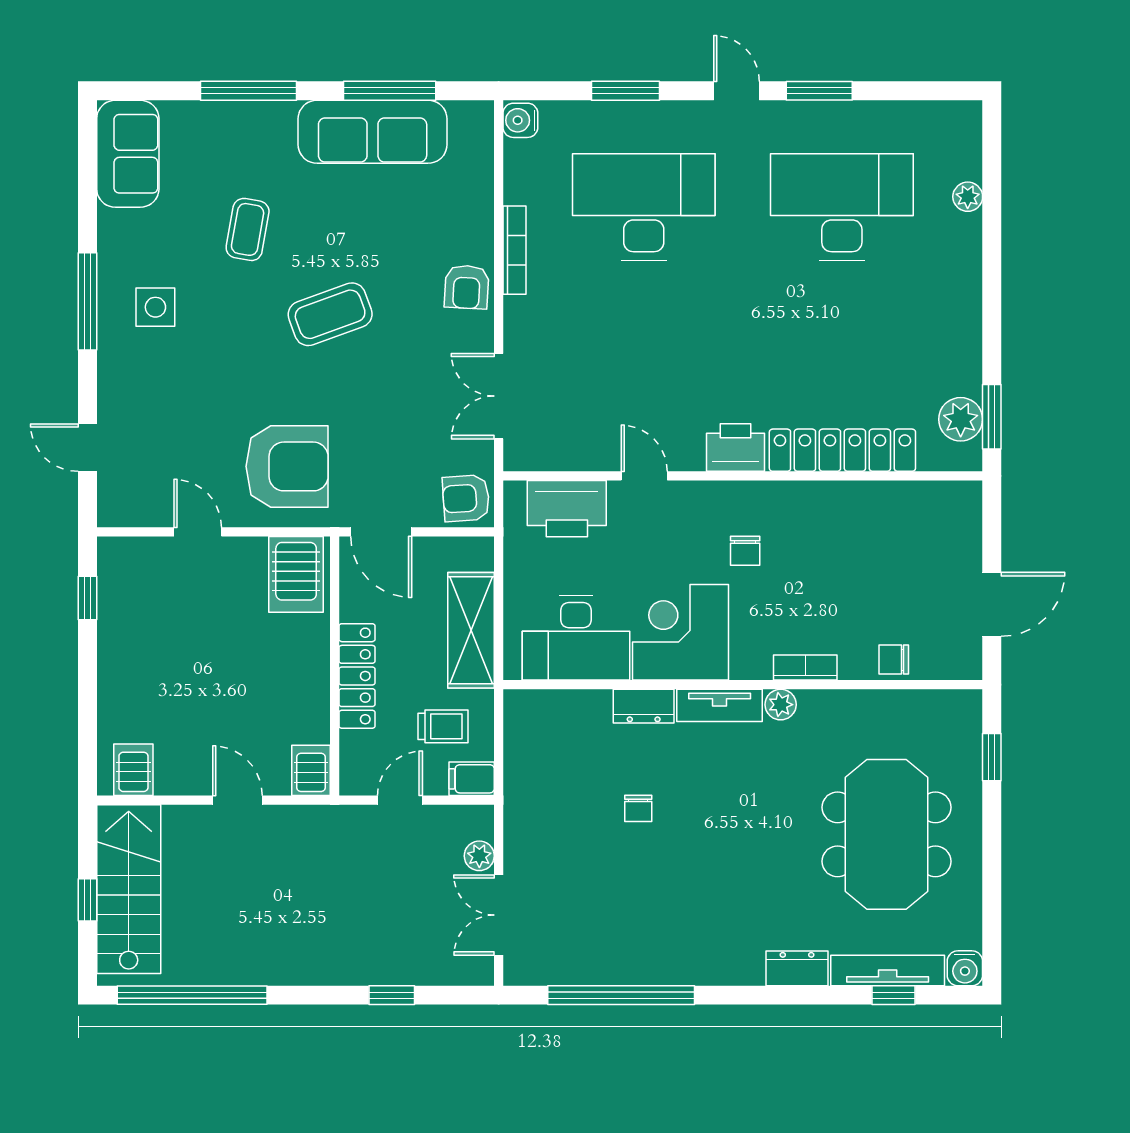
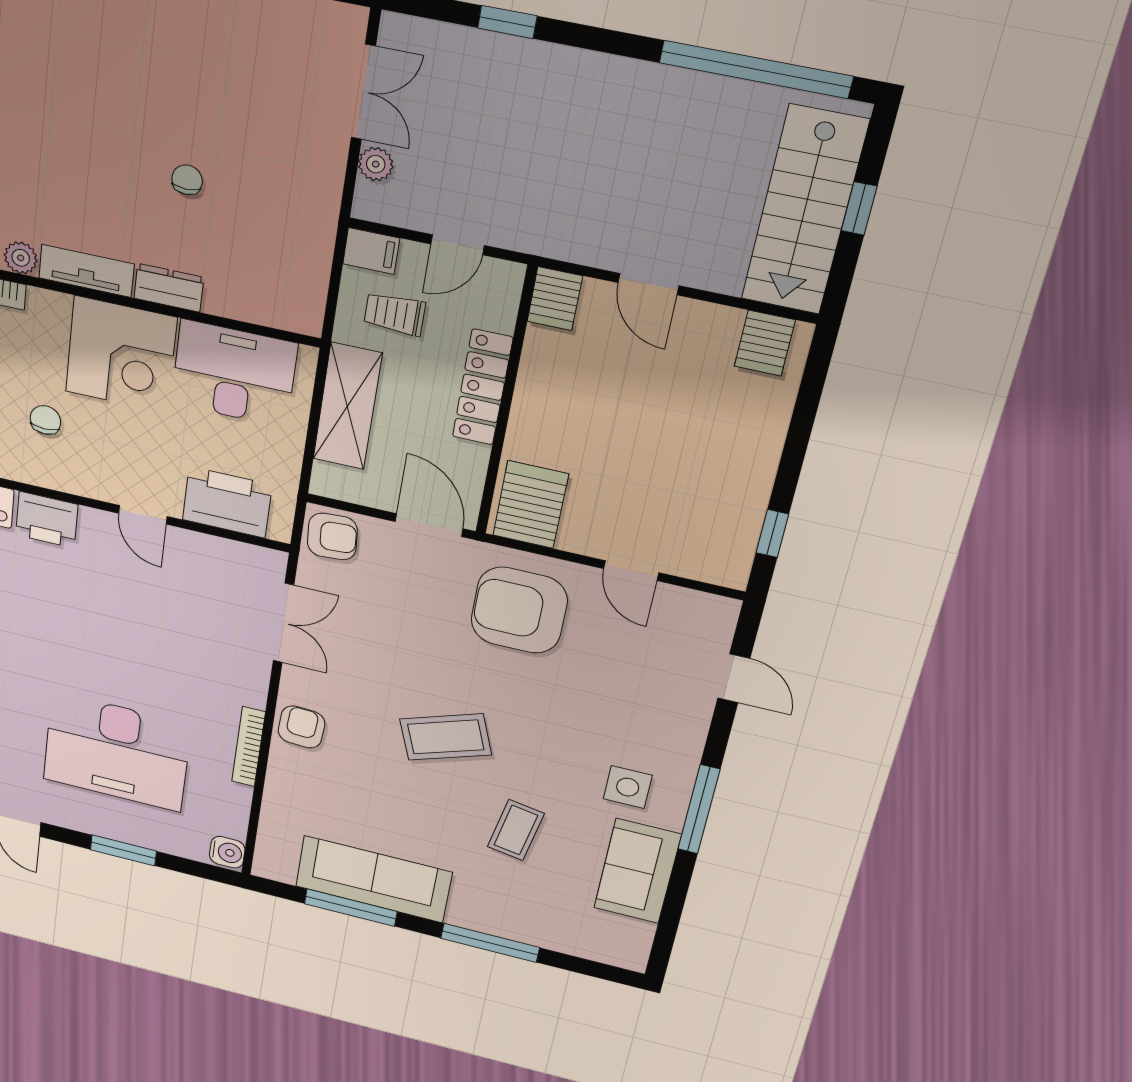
sofa: (128, 154) -> (637, 871), moved

